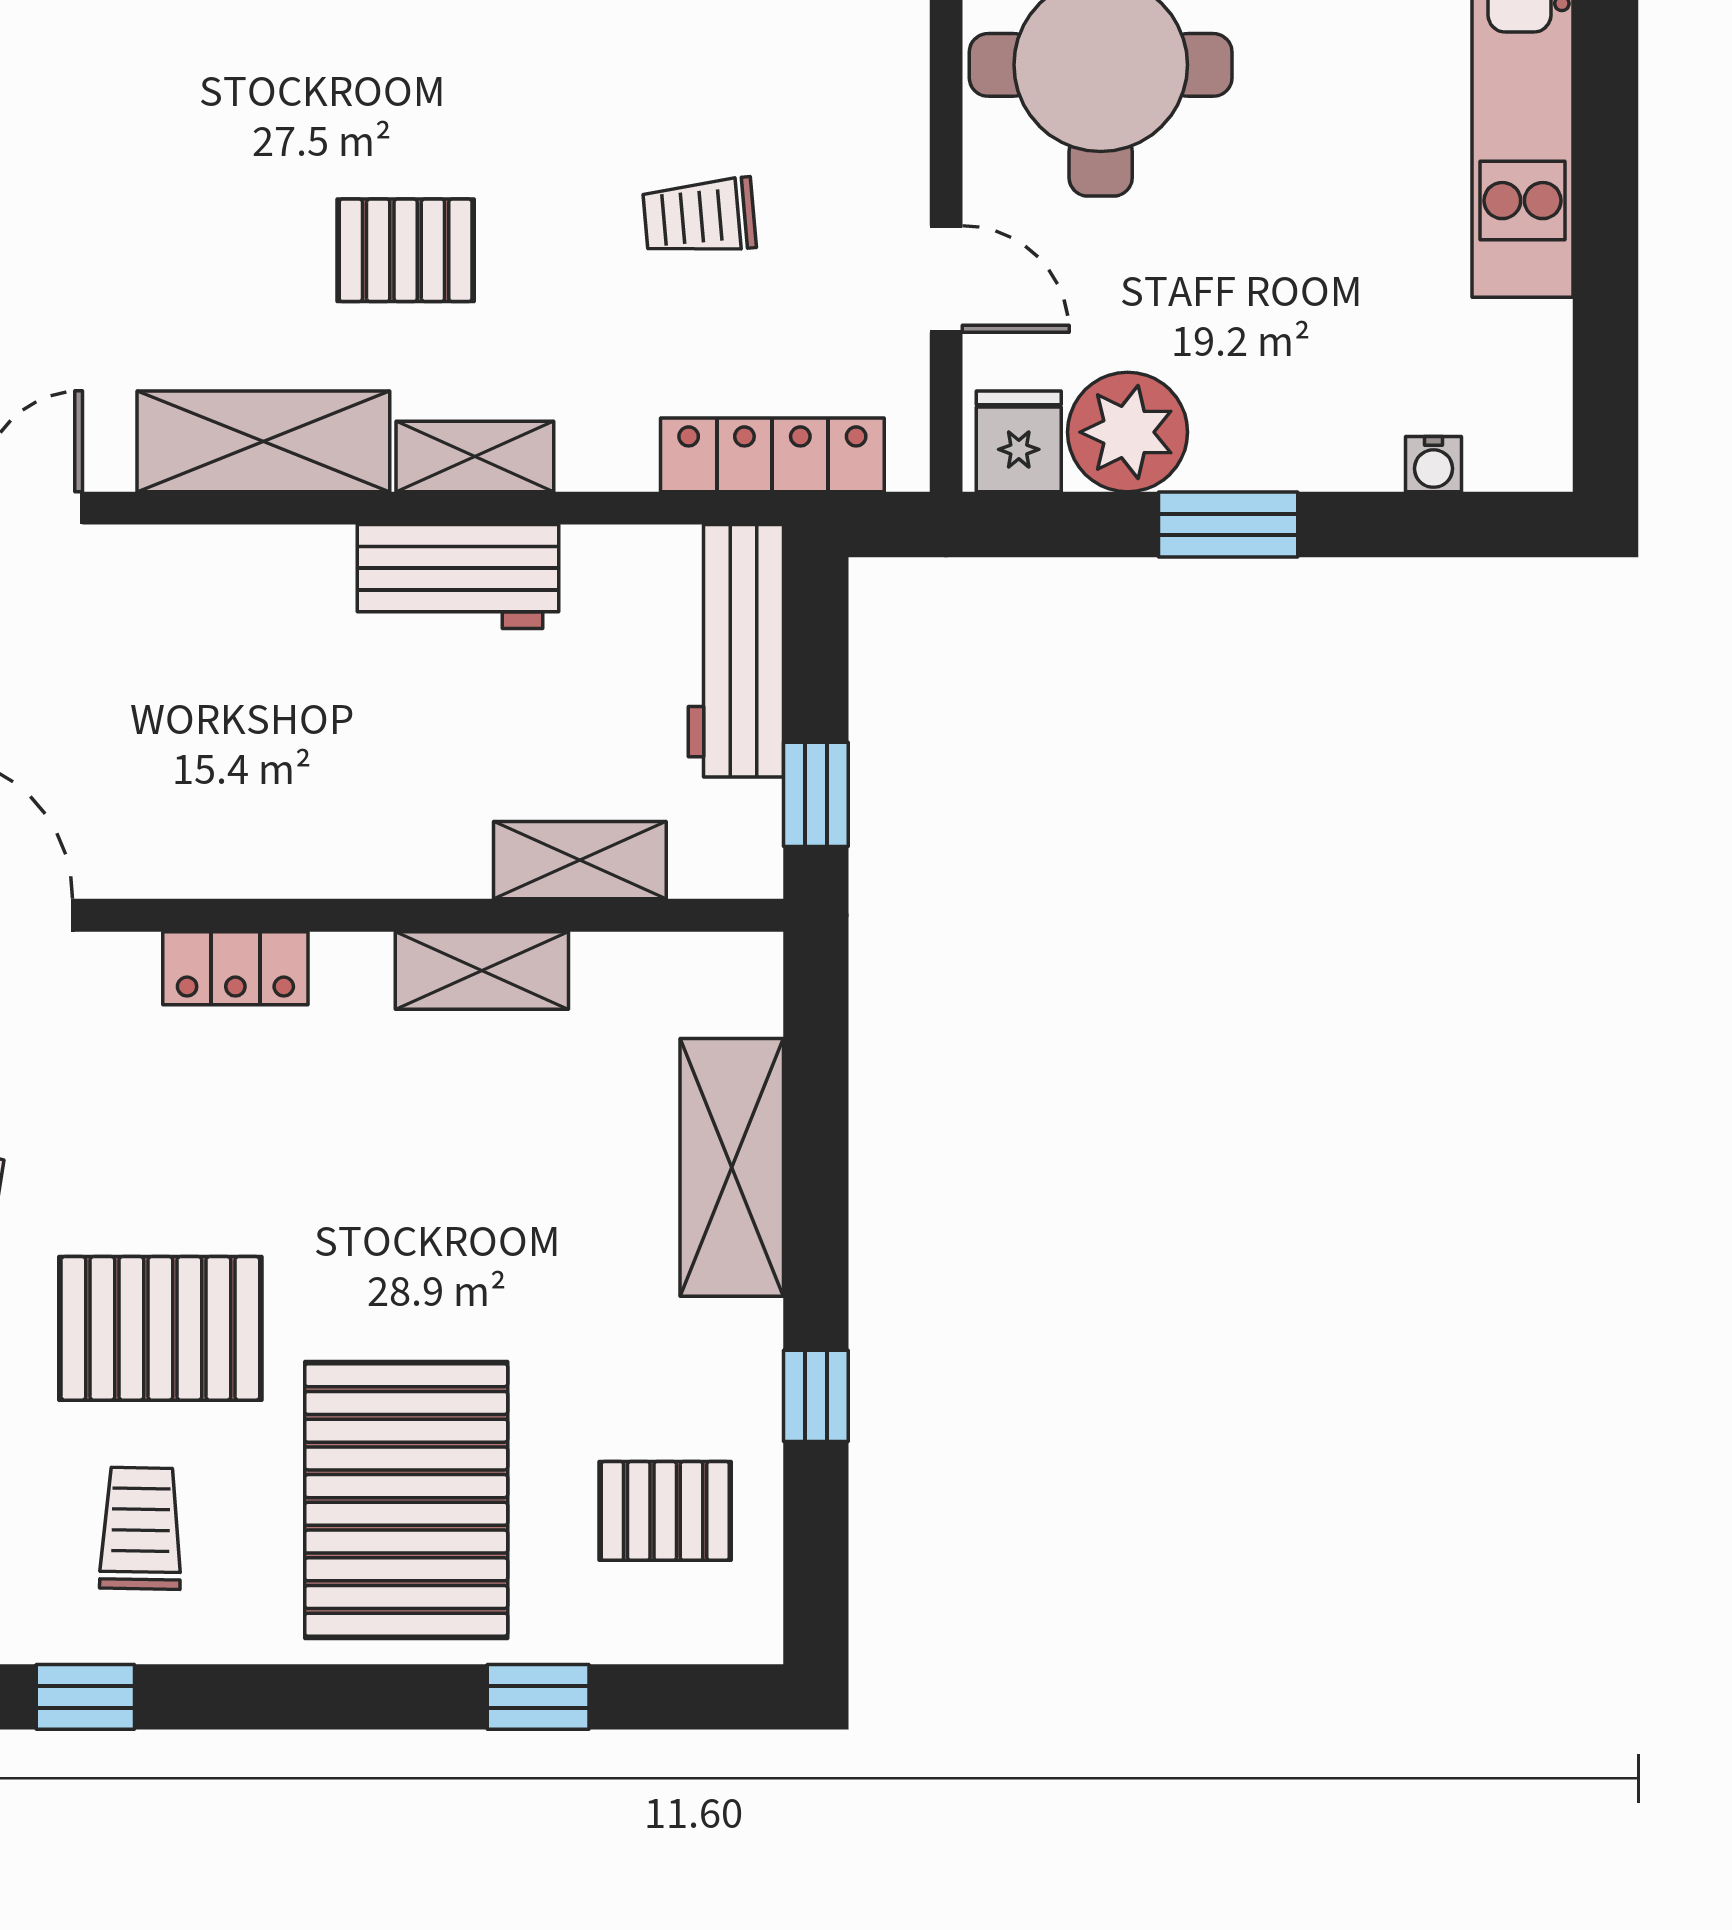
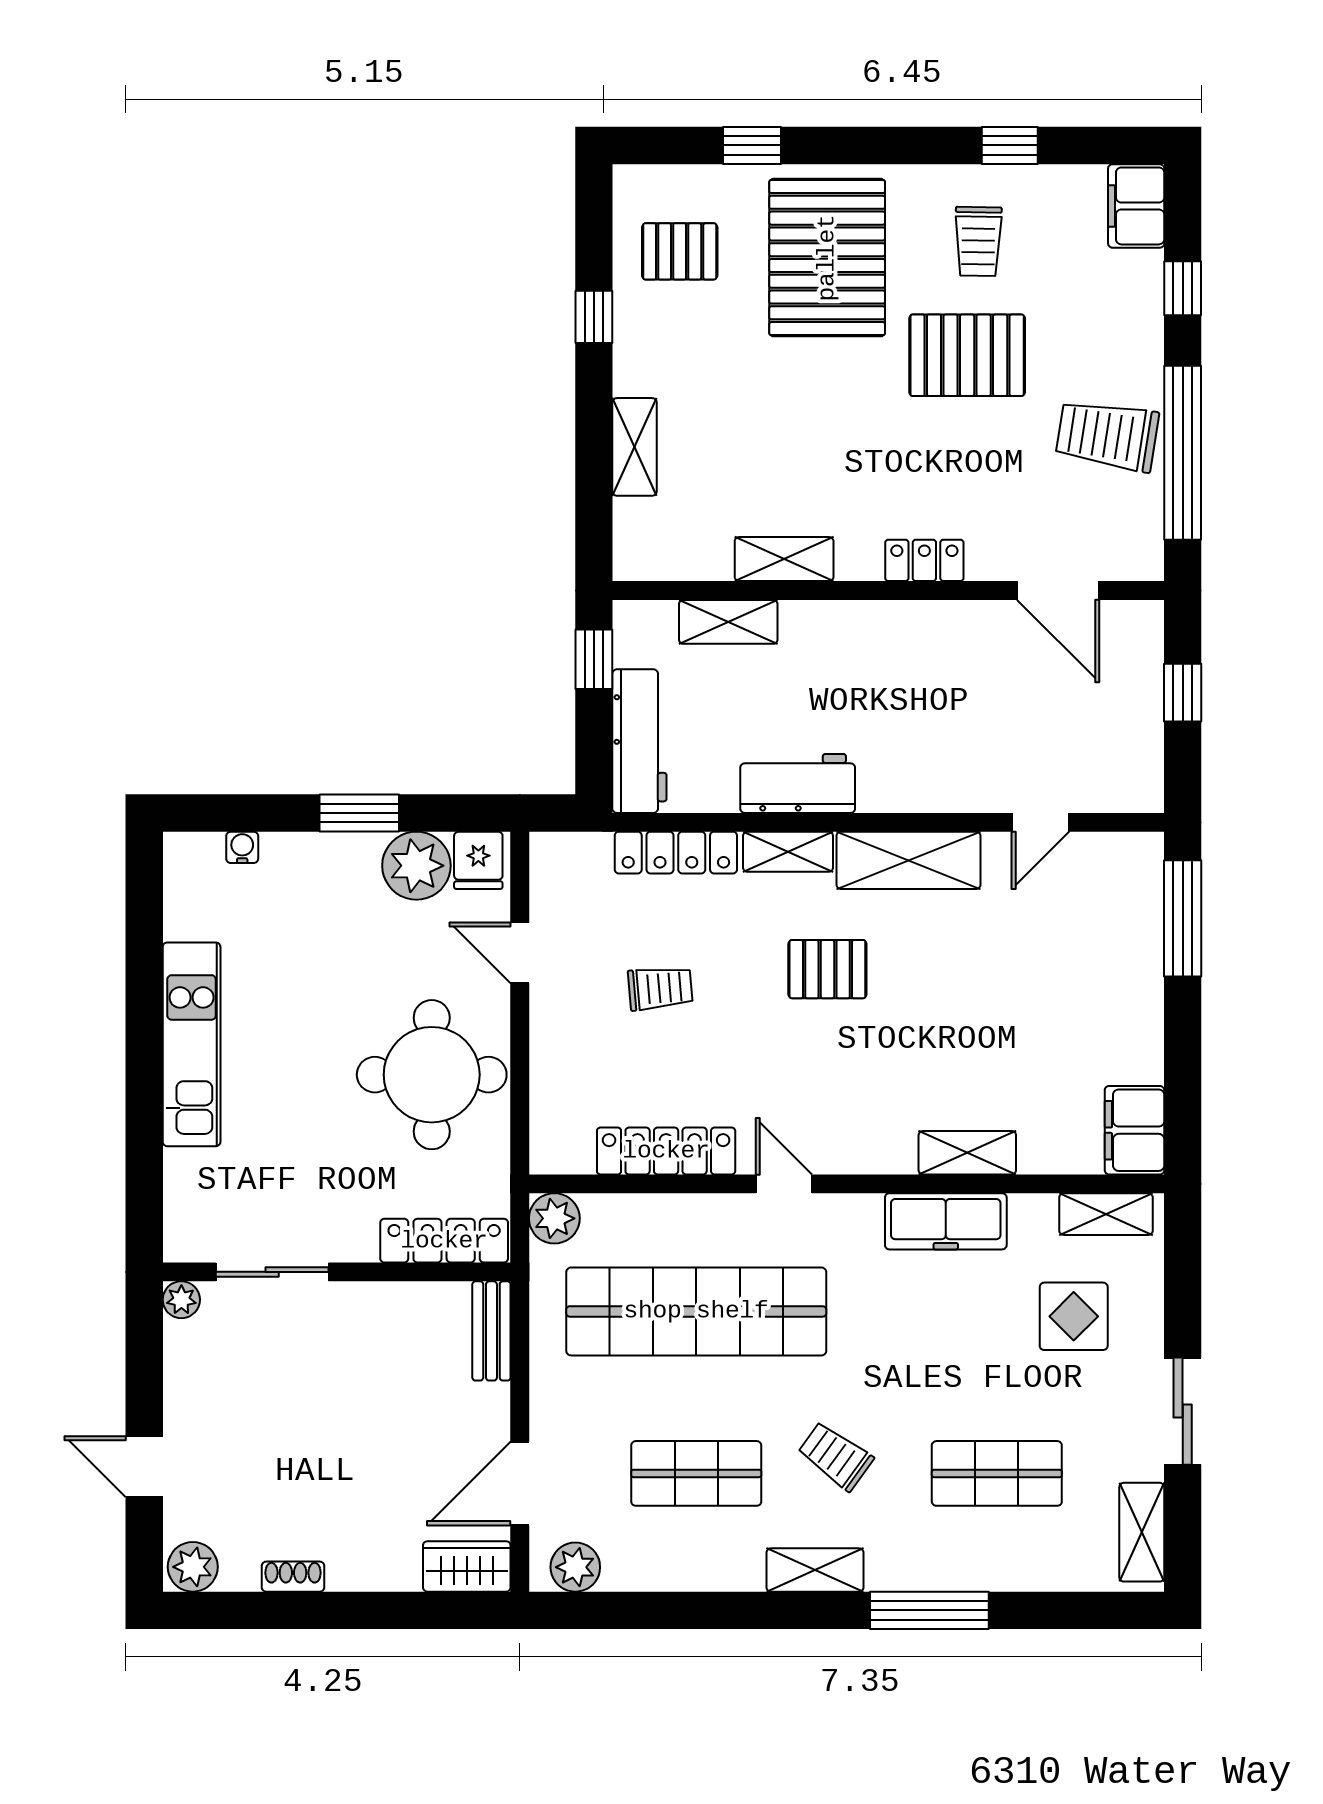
locker: (772, 455) -> (676, 853), moved
shelving: (732, 1167) -> (634, 447), width x0.67, depth x0.75

